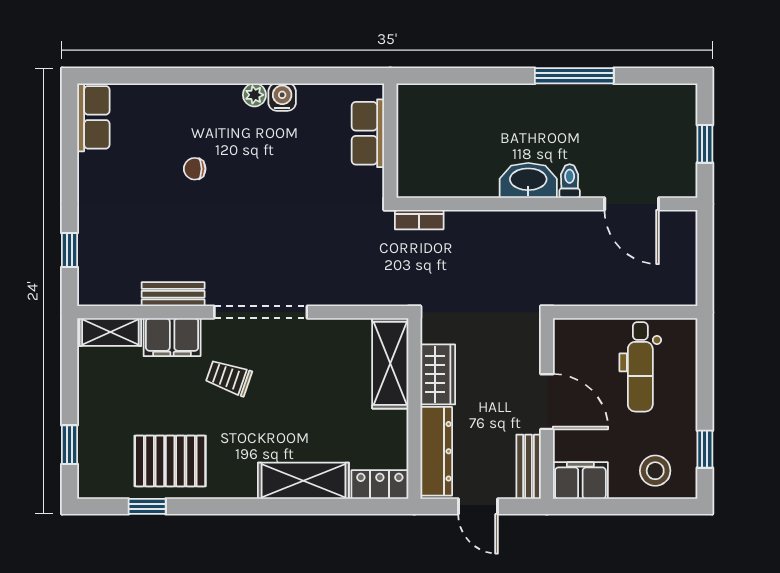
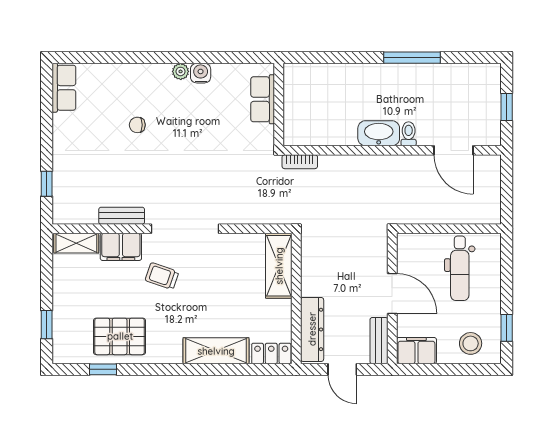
wardrobe: (438, 374) -> (313, 274), removed

